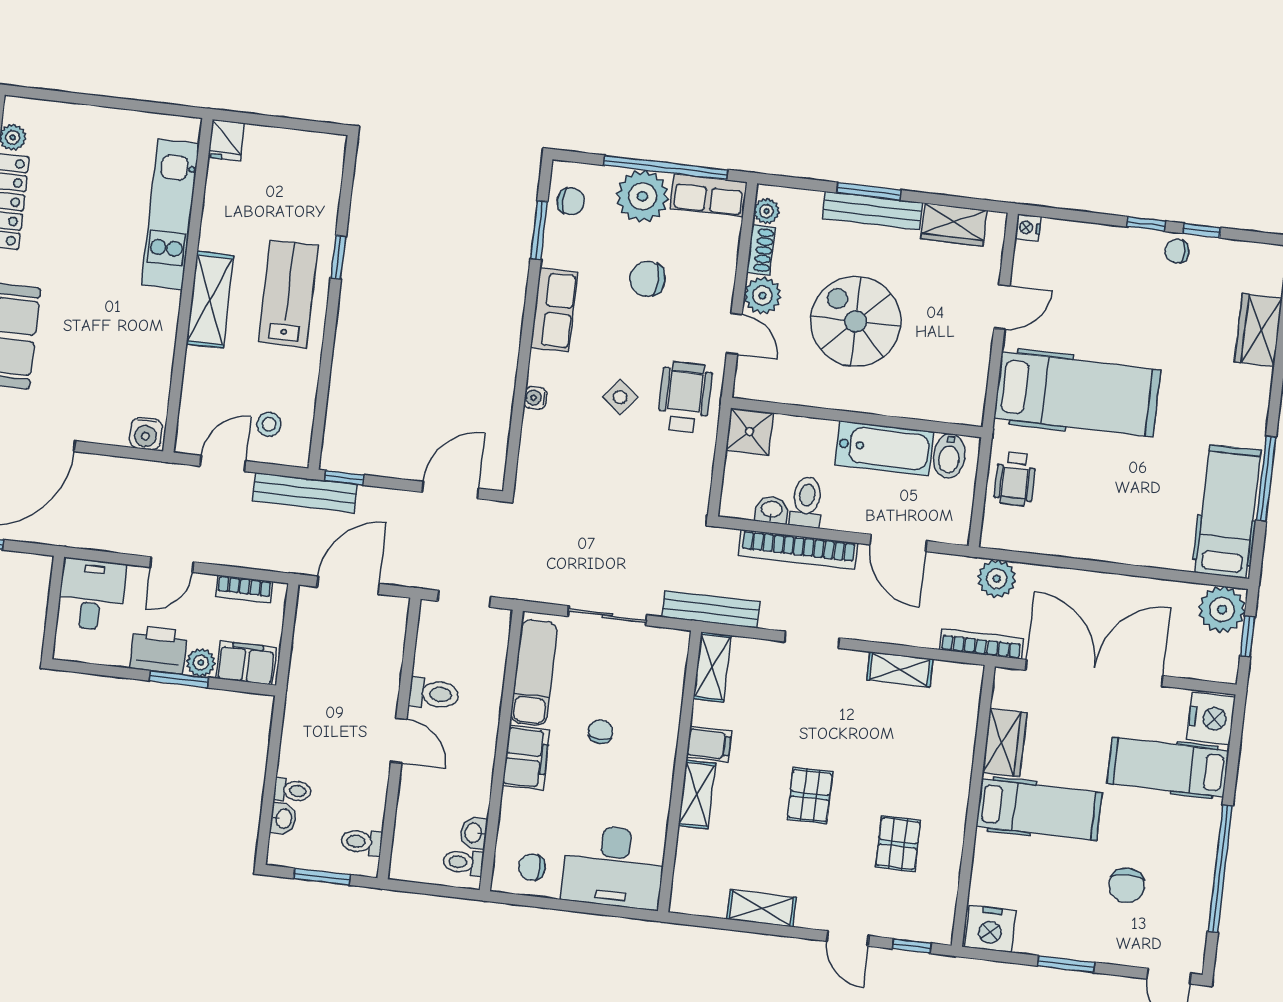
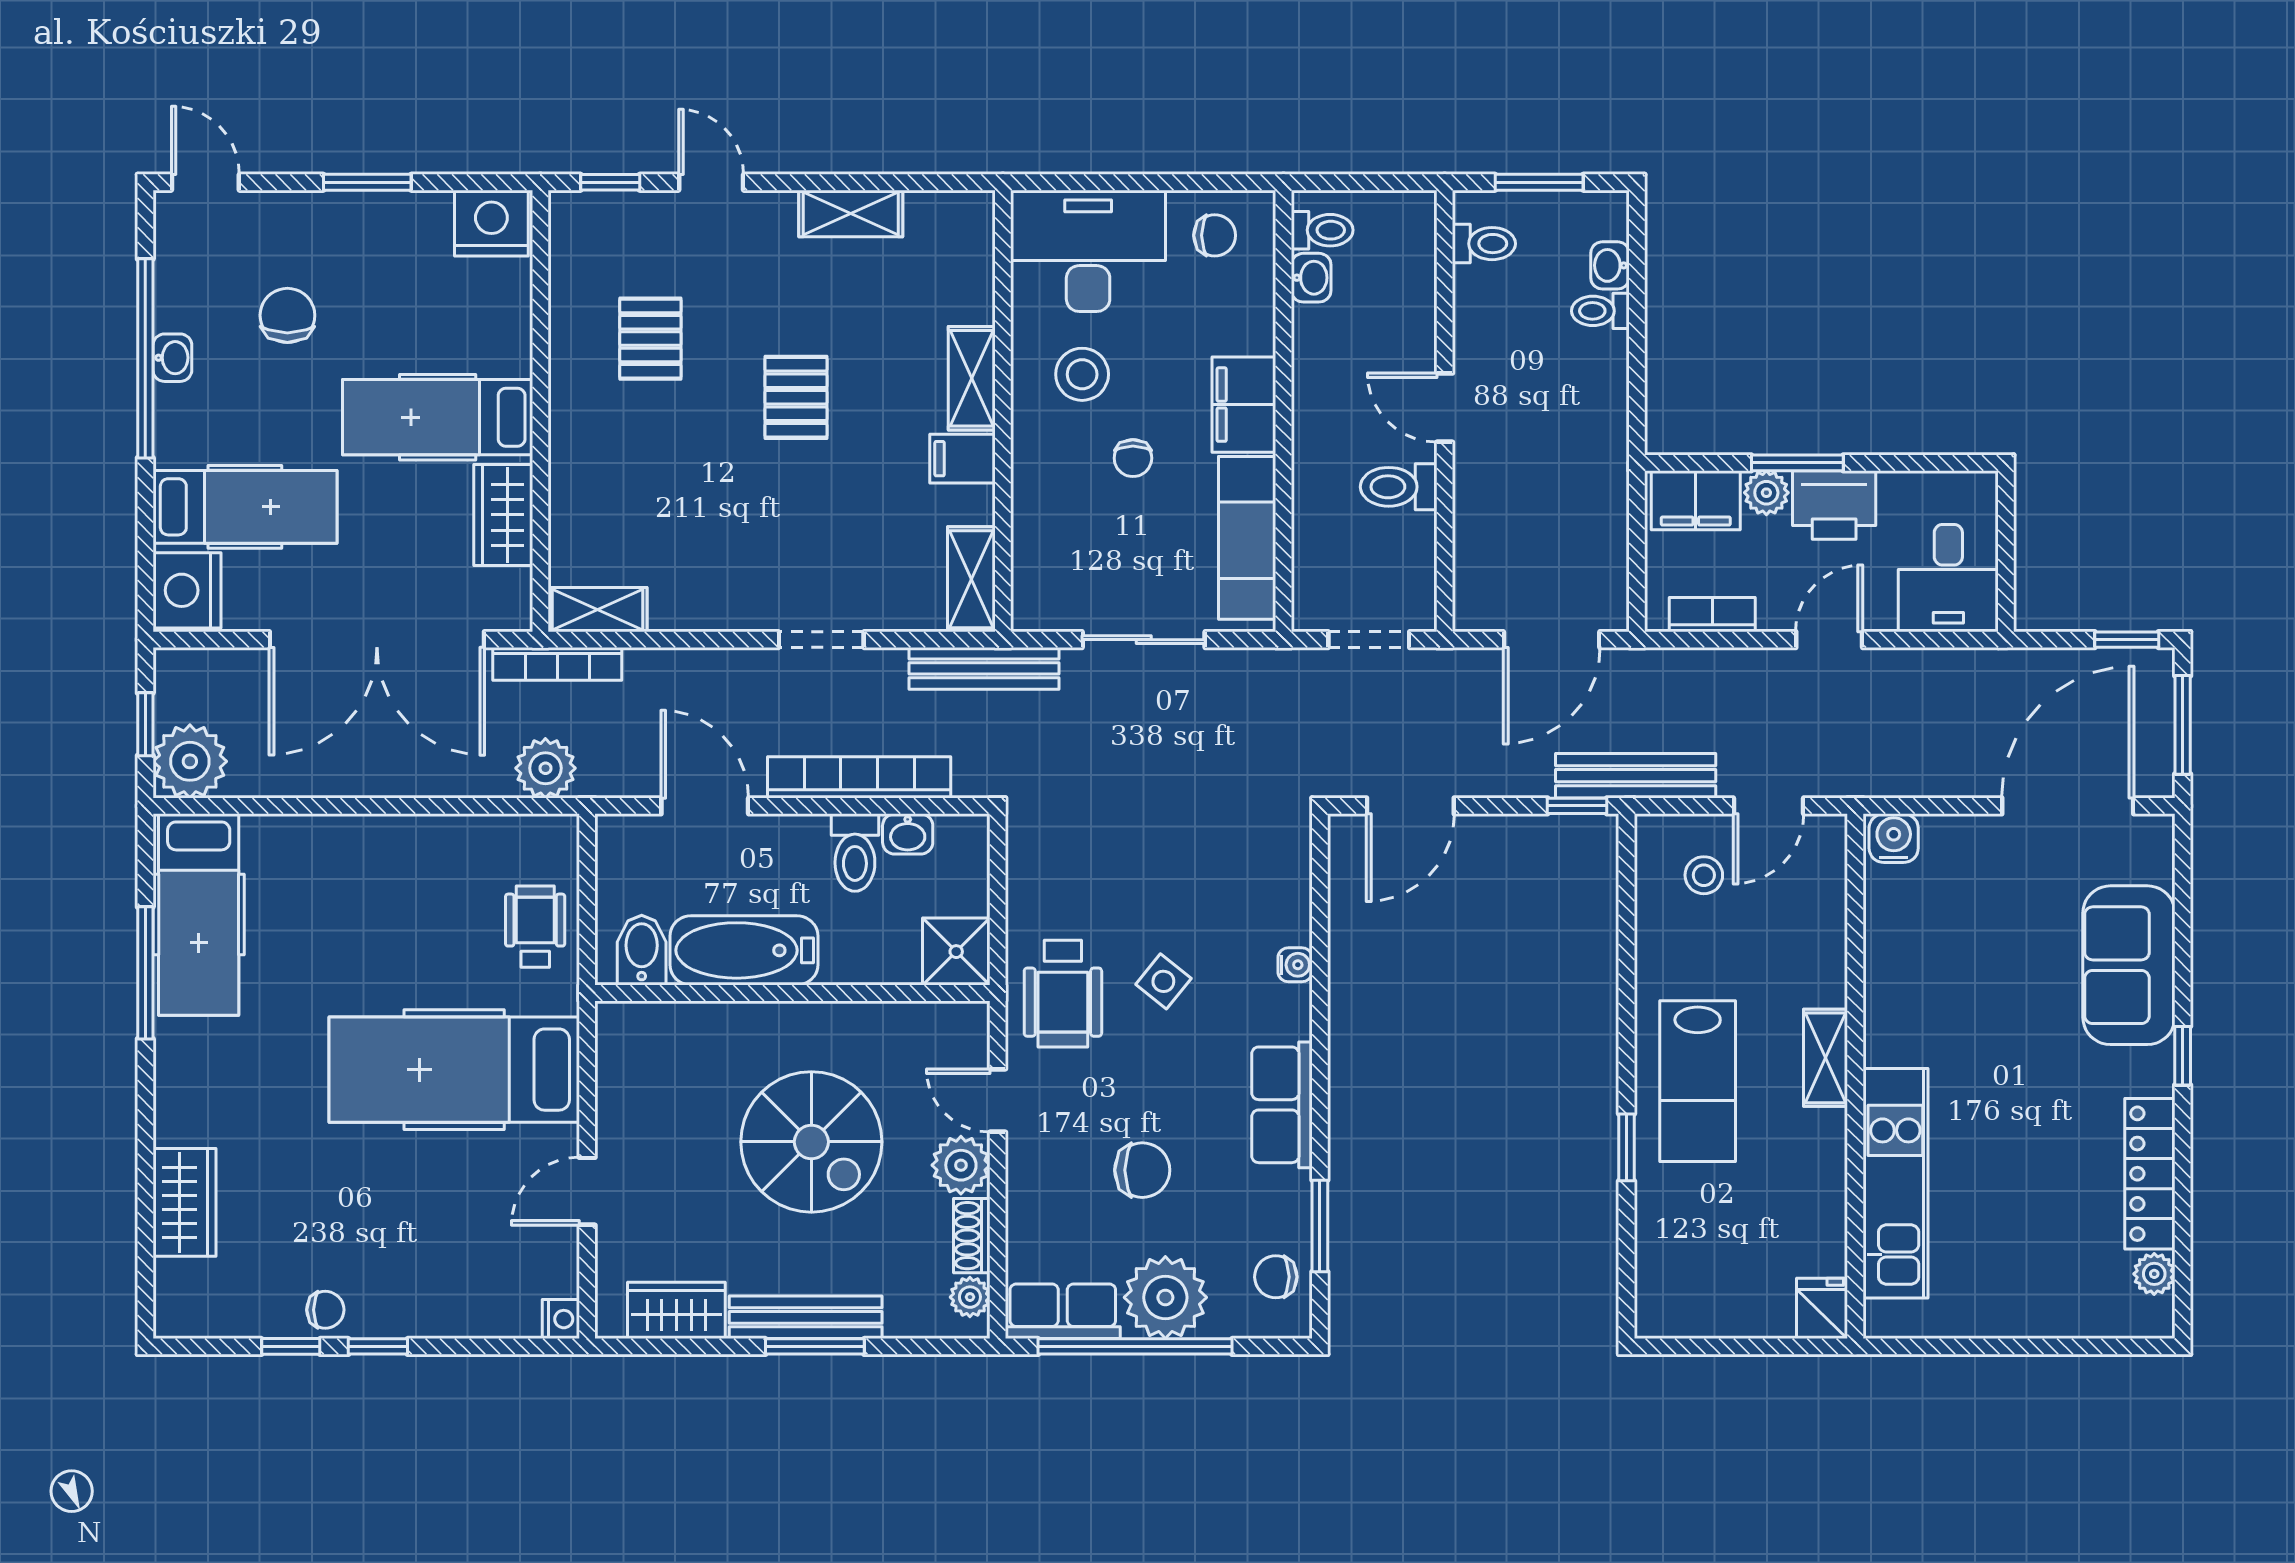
shelving: (210, 300) -> (1826, 1058), width x0.67, depth x0.75
shelving: (900, 669) -> (598, 610), moved
stool: (627, 789) -> (1082, 374), added
washbasin: (1203, 867) -> (172, 358), added

